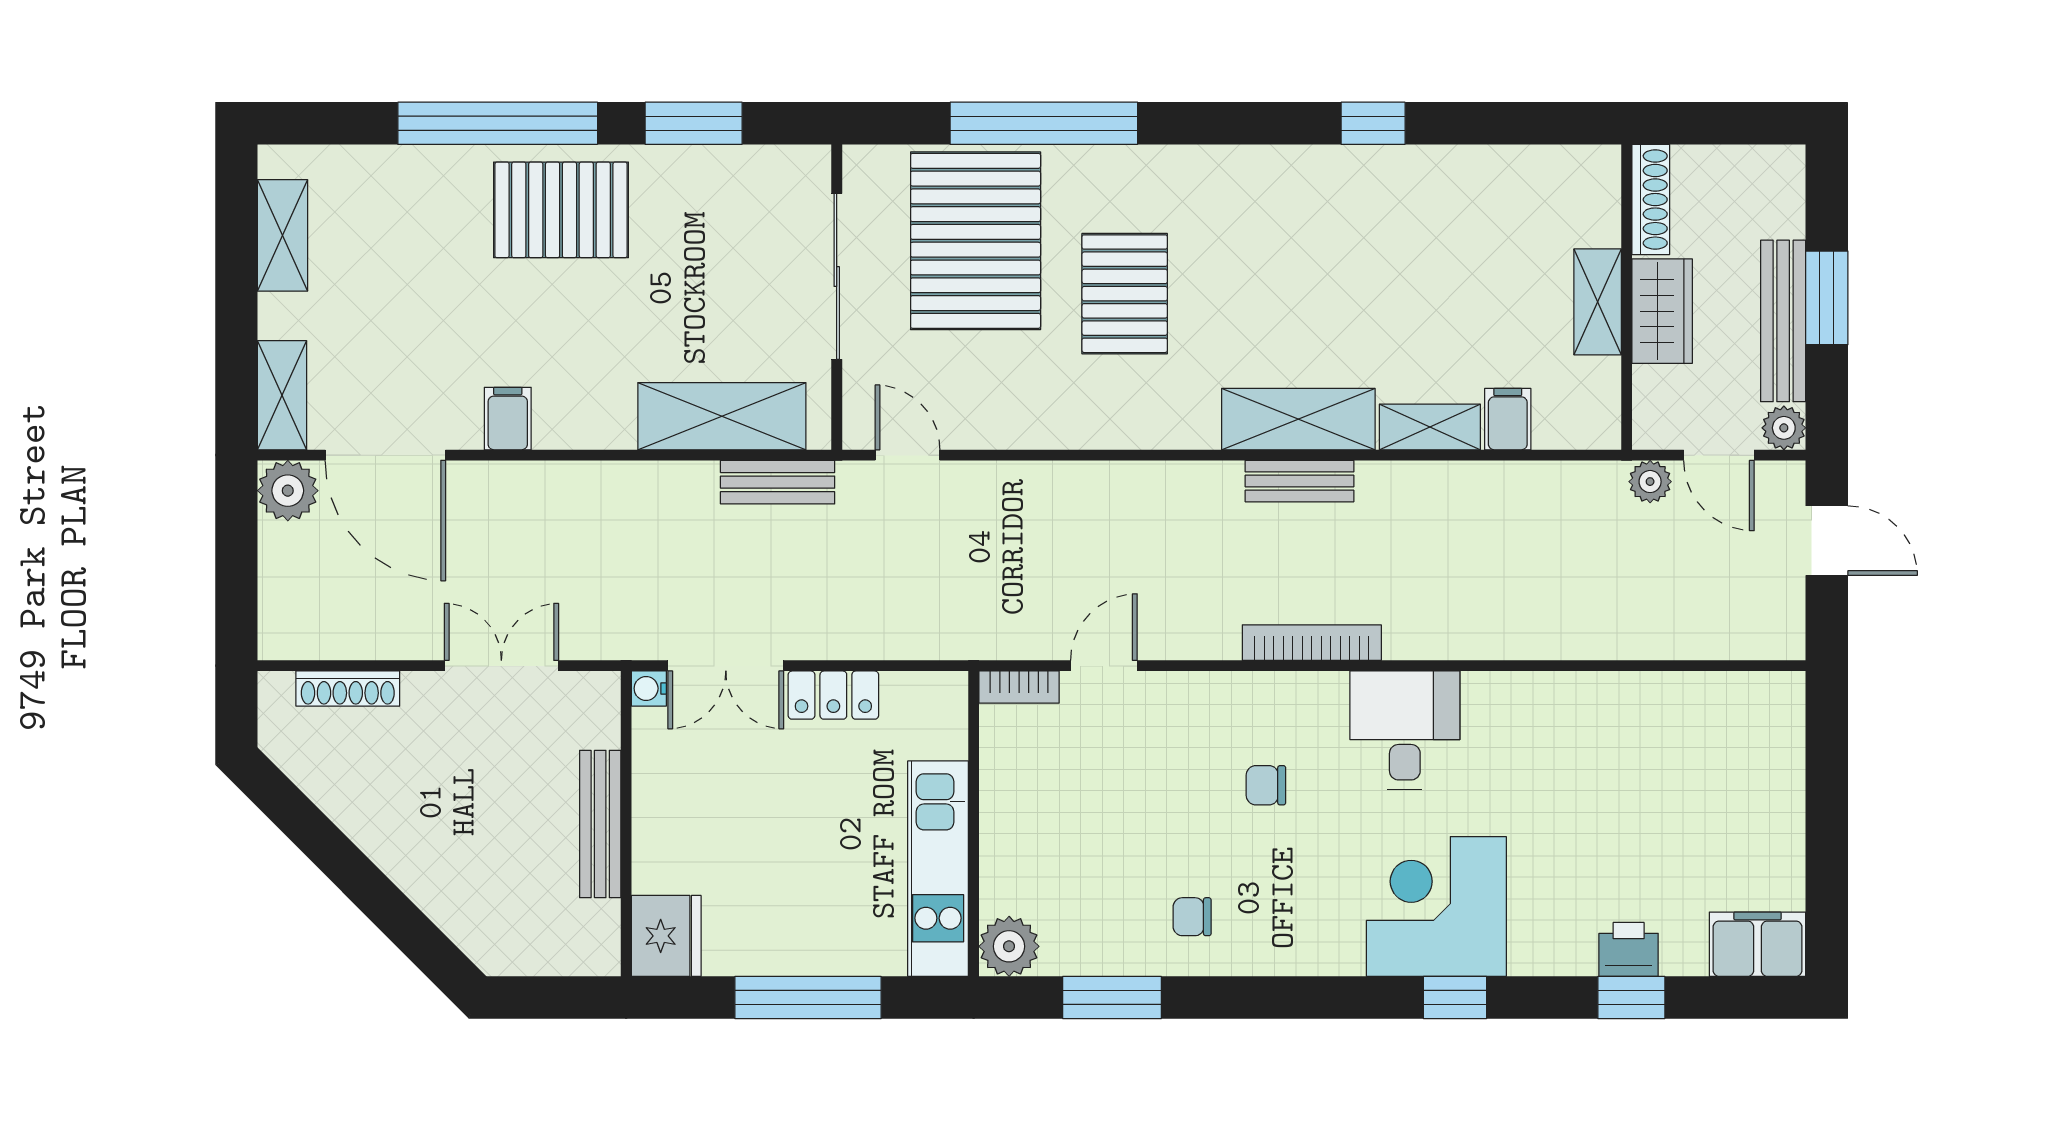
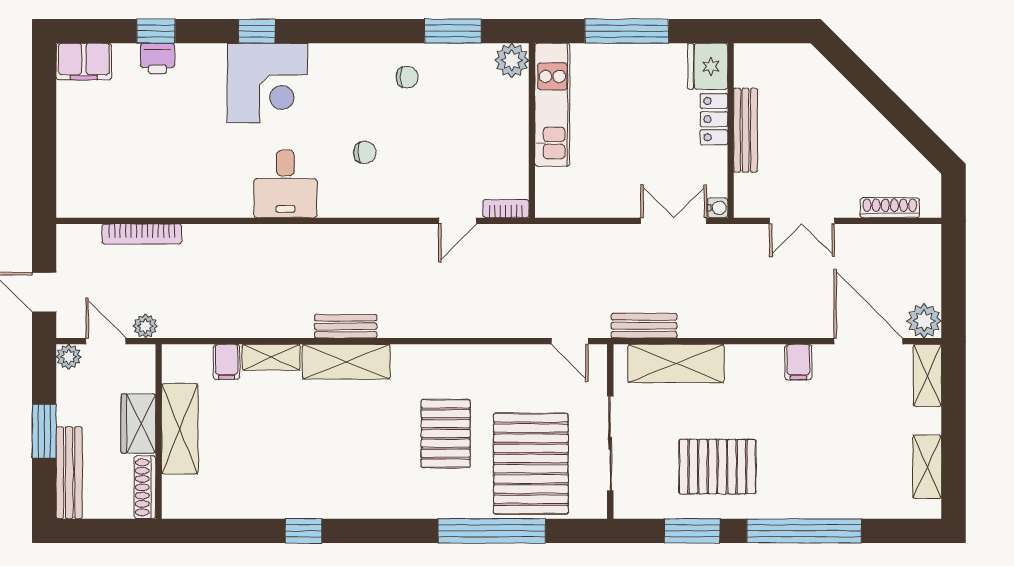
pallet: (561, 210) -> (717, 467), moved
shelving: (1598, 302) -> (180, 429), width x1.50, depth x1.33
bench: (1783, 321) -> (69, 473), moved
bookcase: (1312, 643) -> (142, 234), moved
locker: (833, 695) -> (714, 119), moved, turned -90

